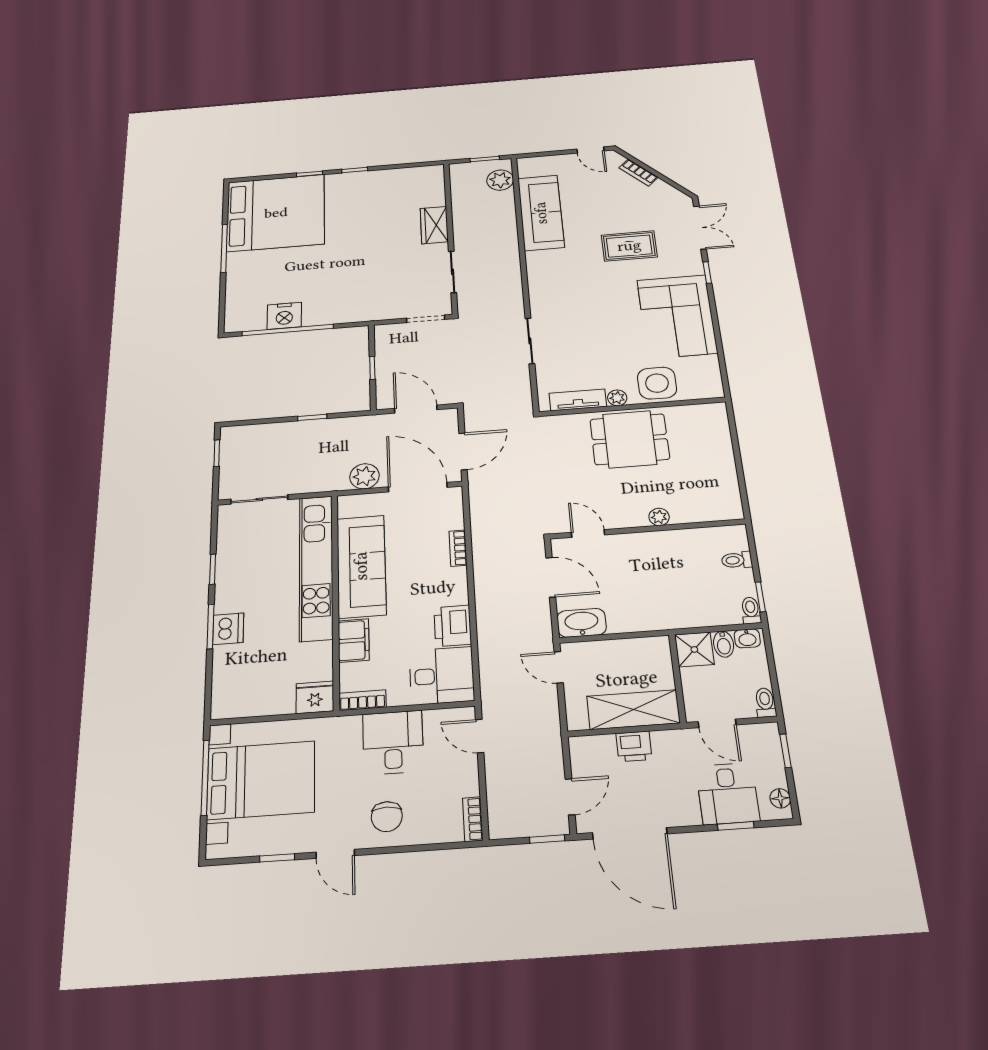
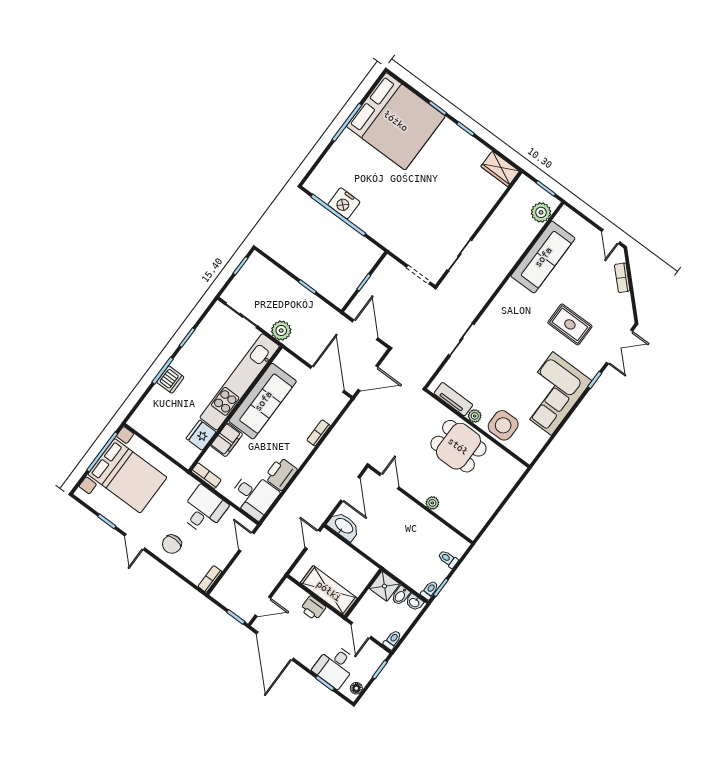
wardrobe: (434, 225) -> (500, 169), moved, turned -90
plant: (364, 476) -> (281, 331), moved
fridge: (315, 697) -> (201, 435), moved, turned -90

